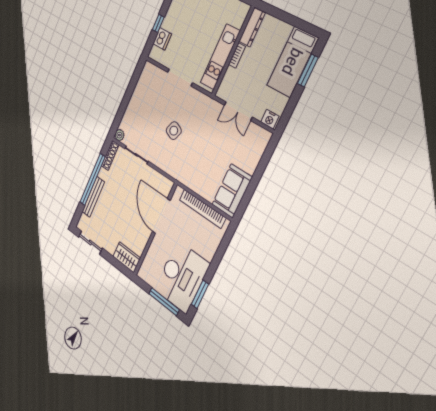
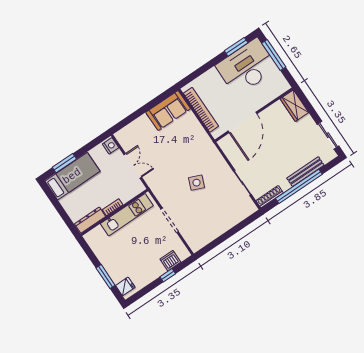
plant: (119, 135) -> (251, 208), removed

